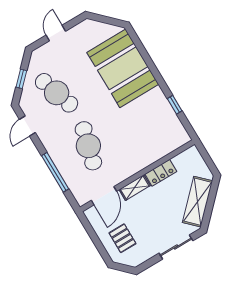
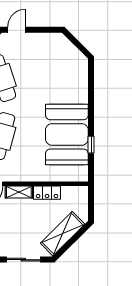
door: (56, 33) -> (17, 30), moved
booth: (123, 68) -> (67, 134), moved

